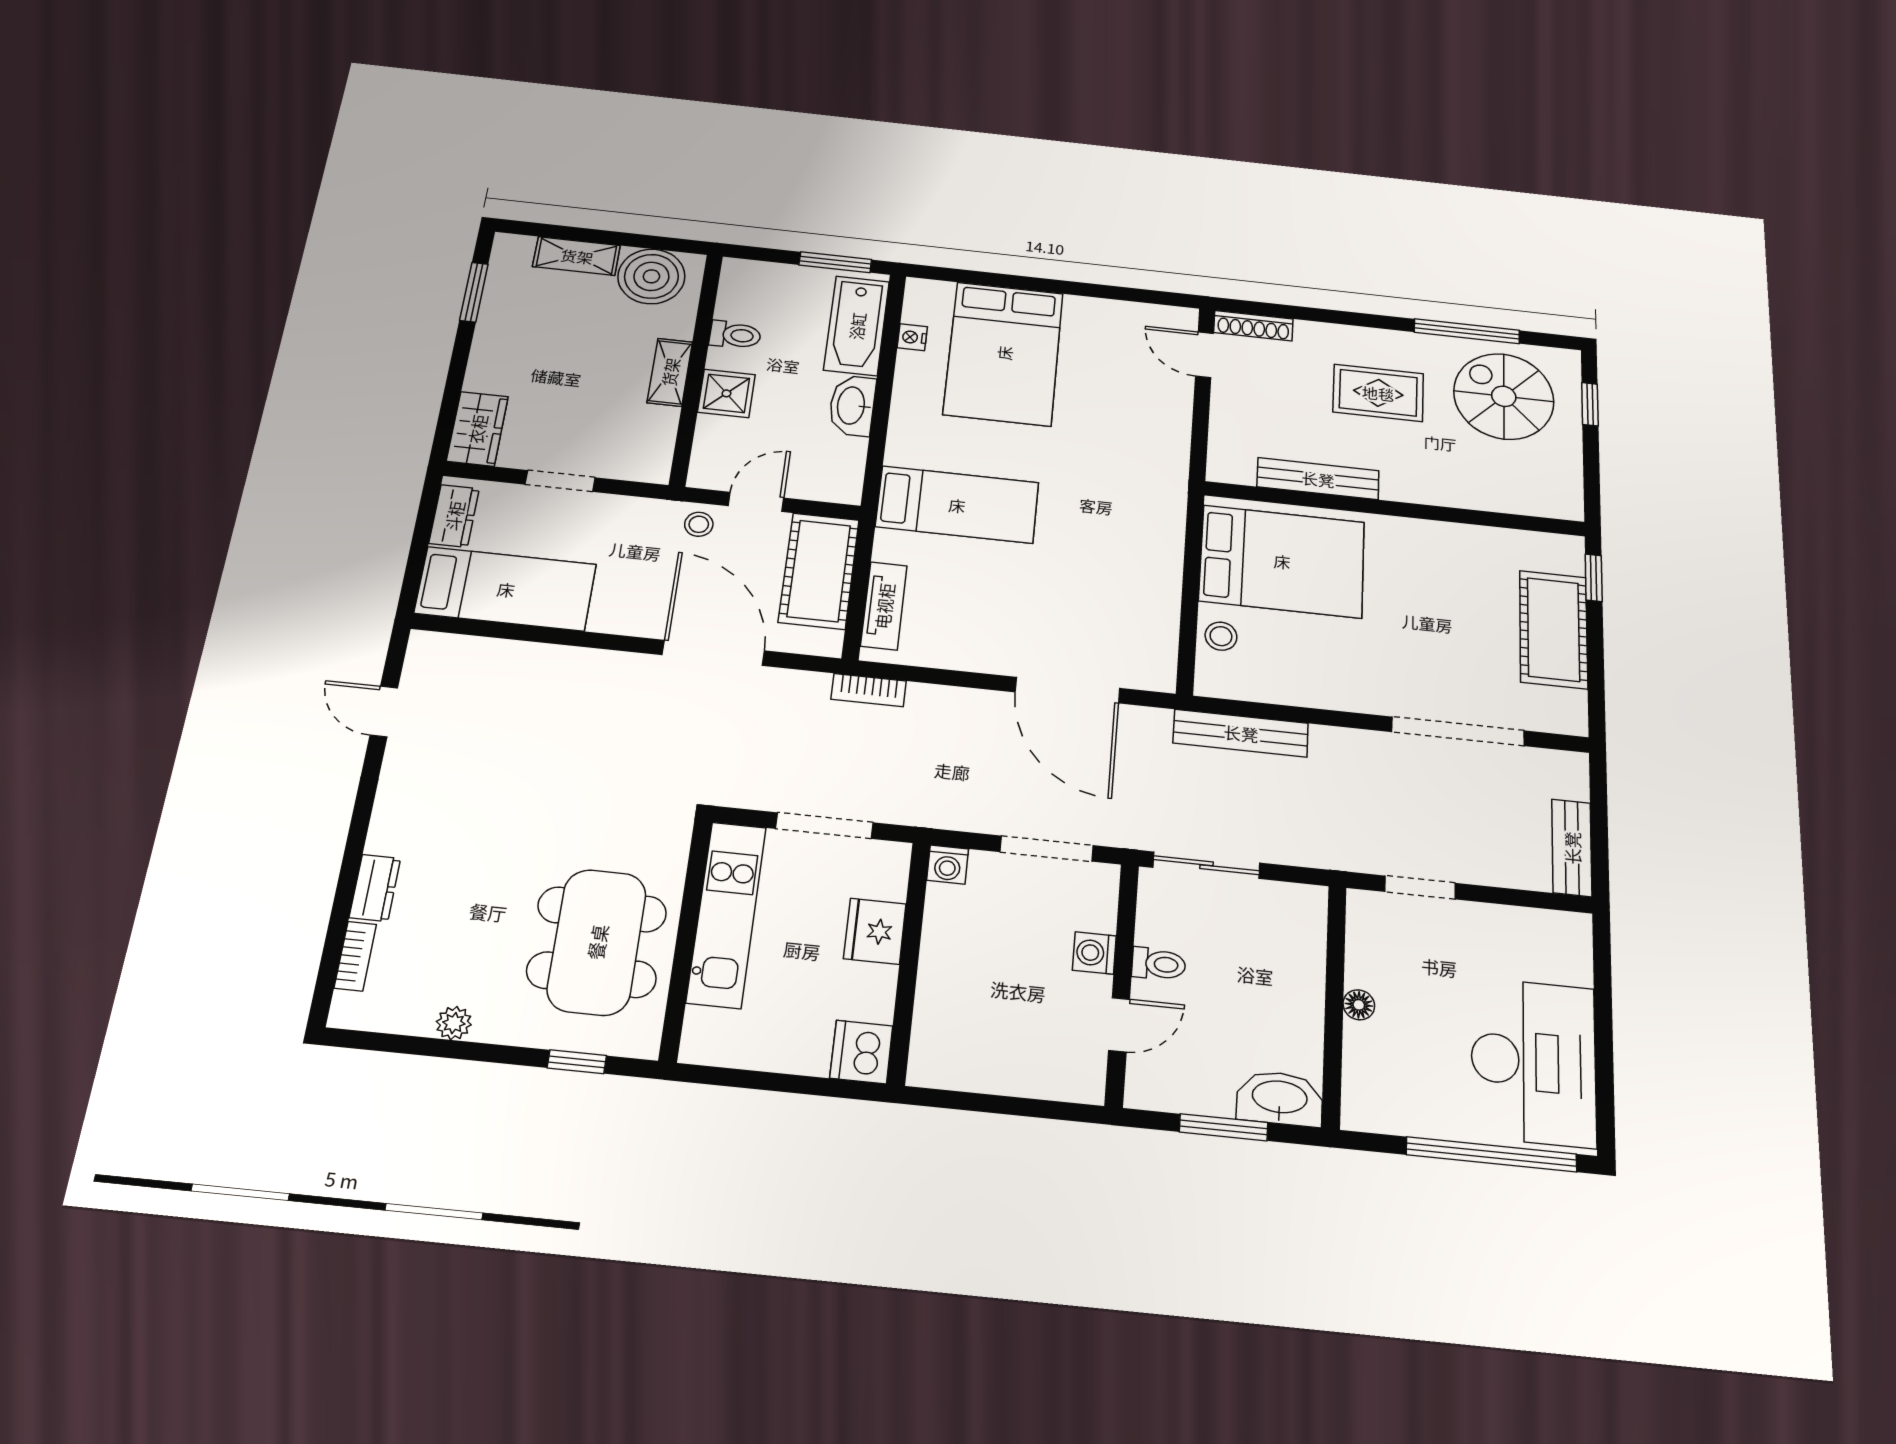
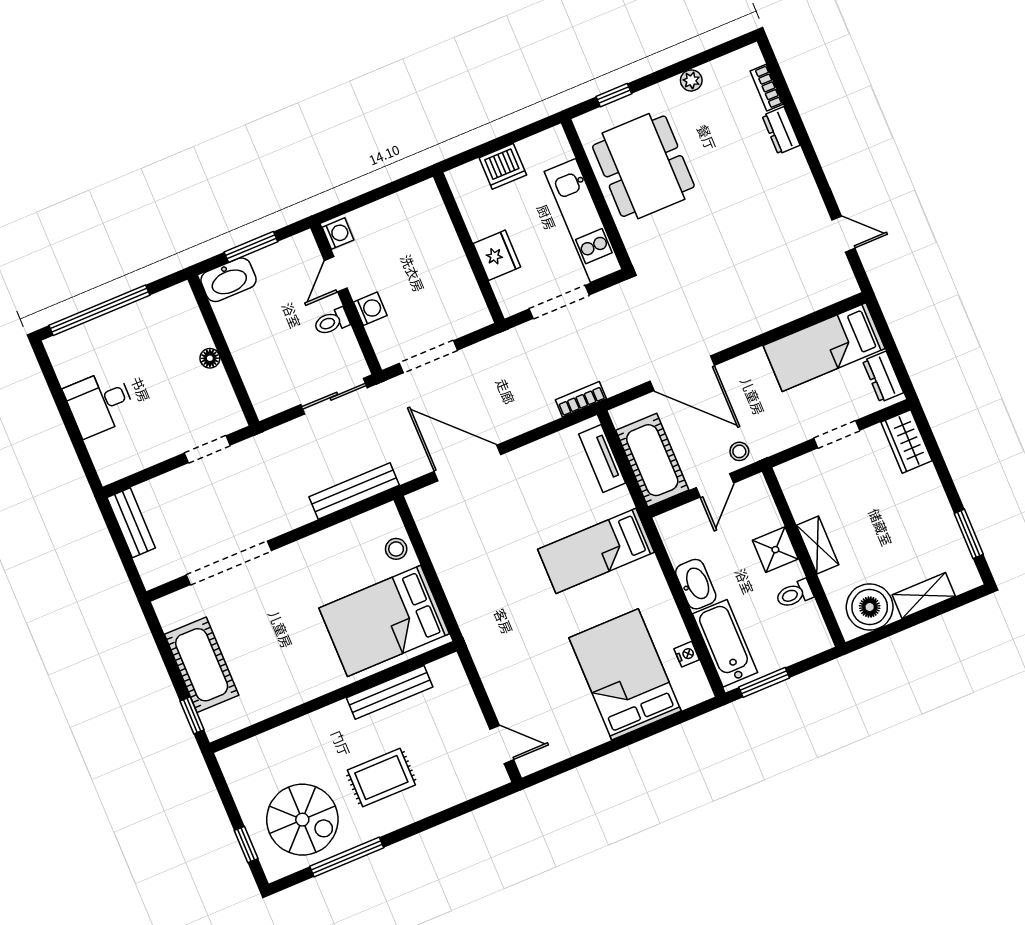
shoe rack: (1253, 326) -> (482, 784), removed
washing machine: (948, 865) -> (338, 234), moved, turned 90
dishwasher: (861, 1052) -> (503, 166), moved, turned 90
desk: (1534, 1062) -> (100, 403), width x0.53, depth x0.77

